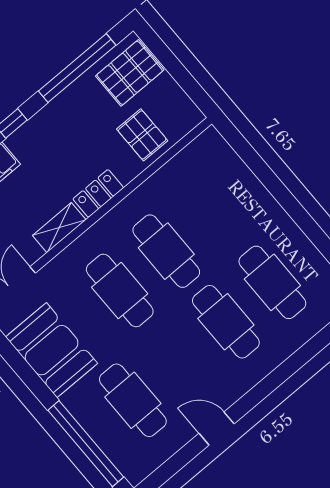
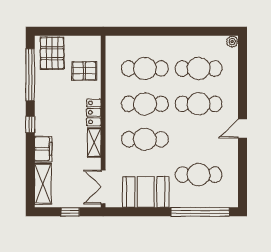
cafe table: (213, 212) -> (145, 68), added
door: (217, 429) -> (242, 128), moved

